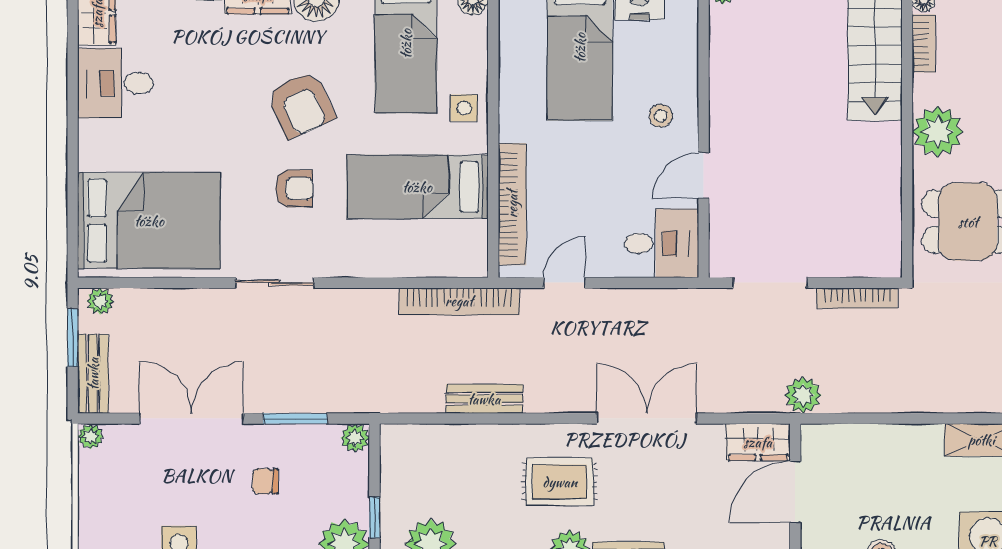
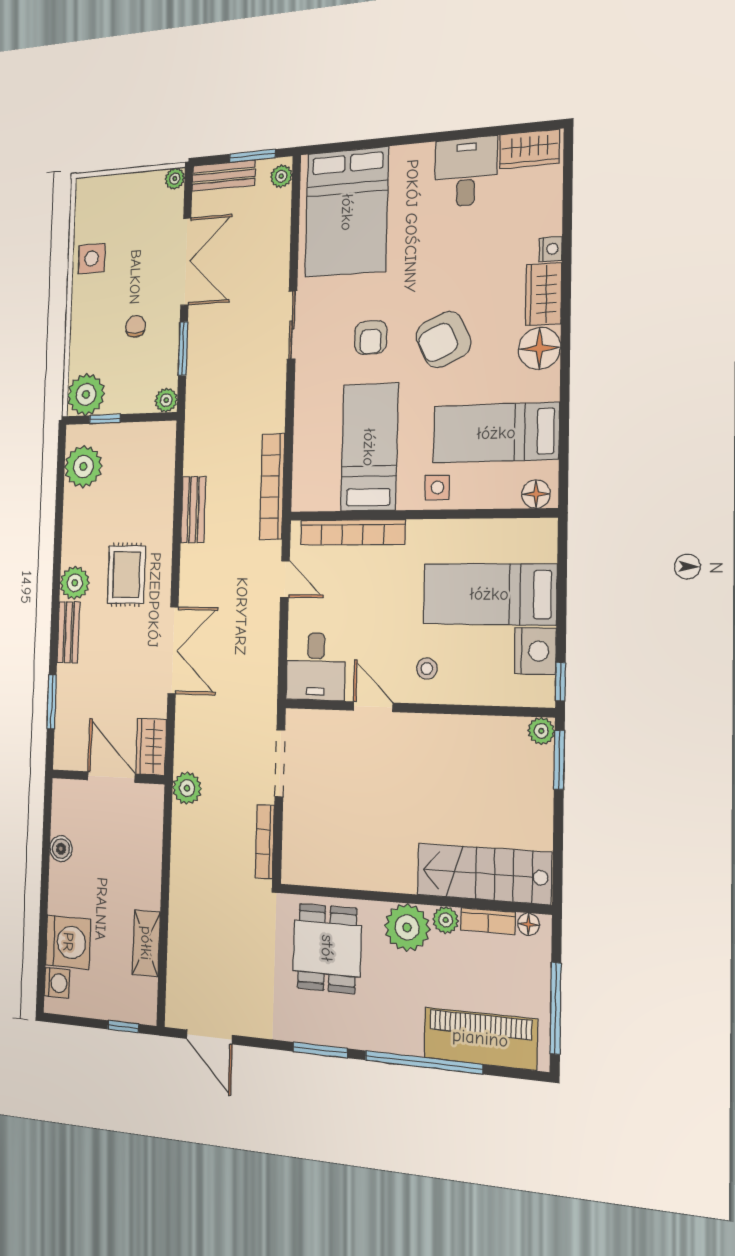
plant: (926, 89) -> (446, 920), added

